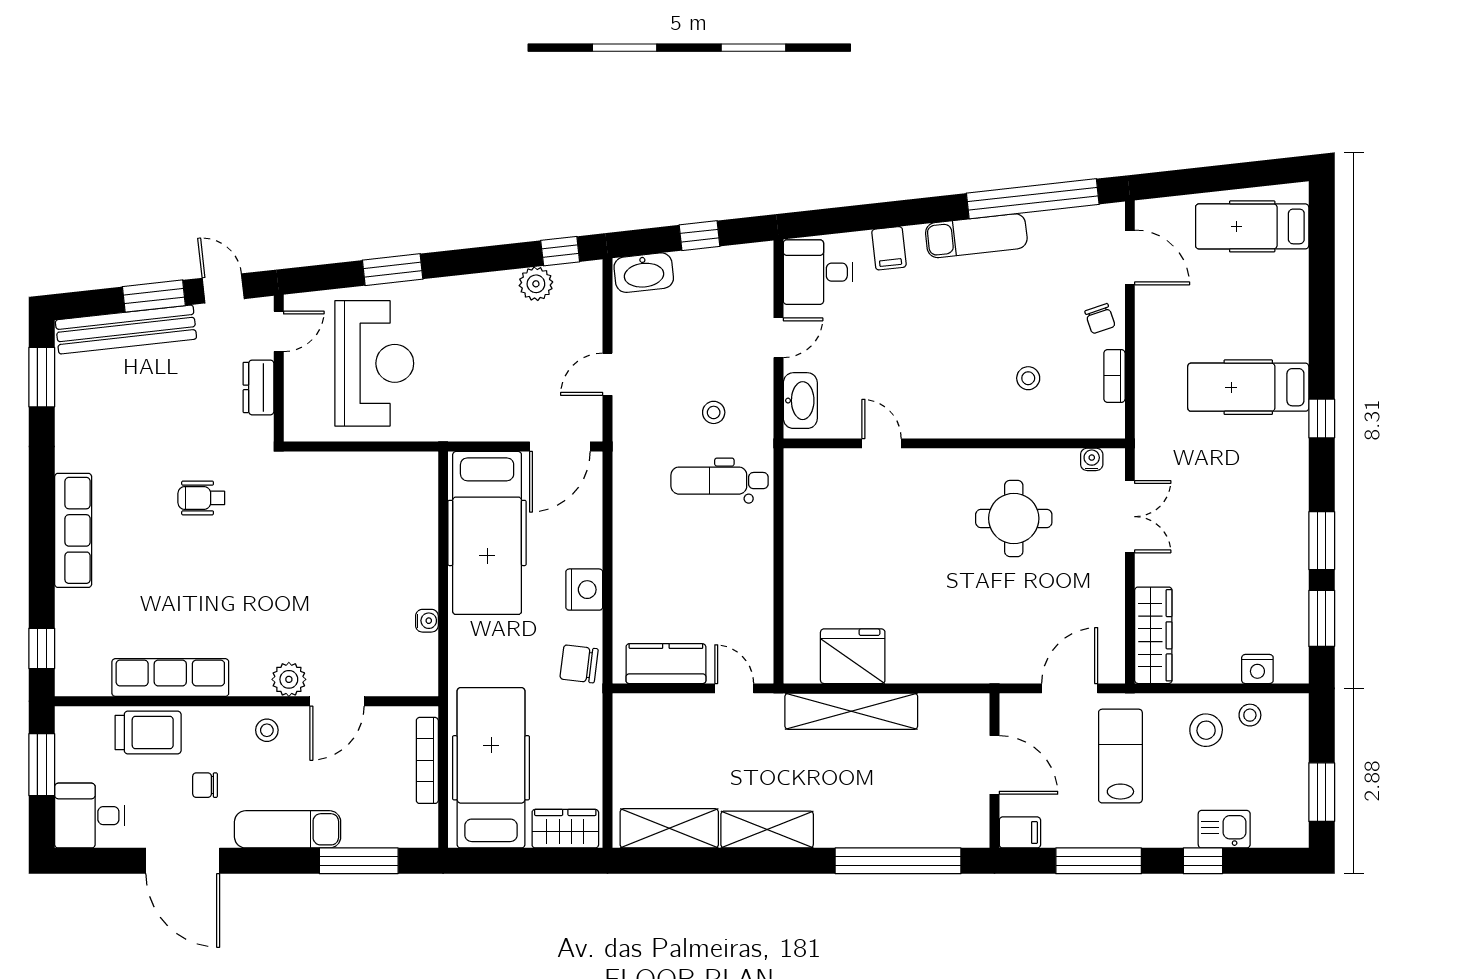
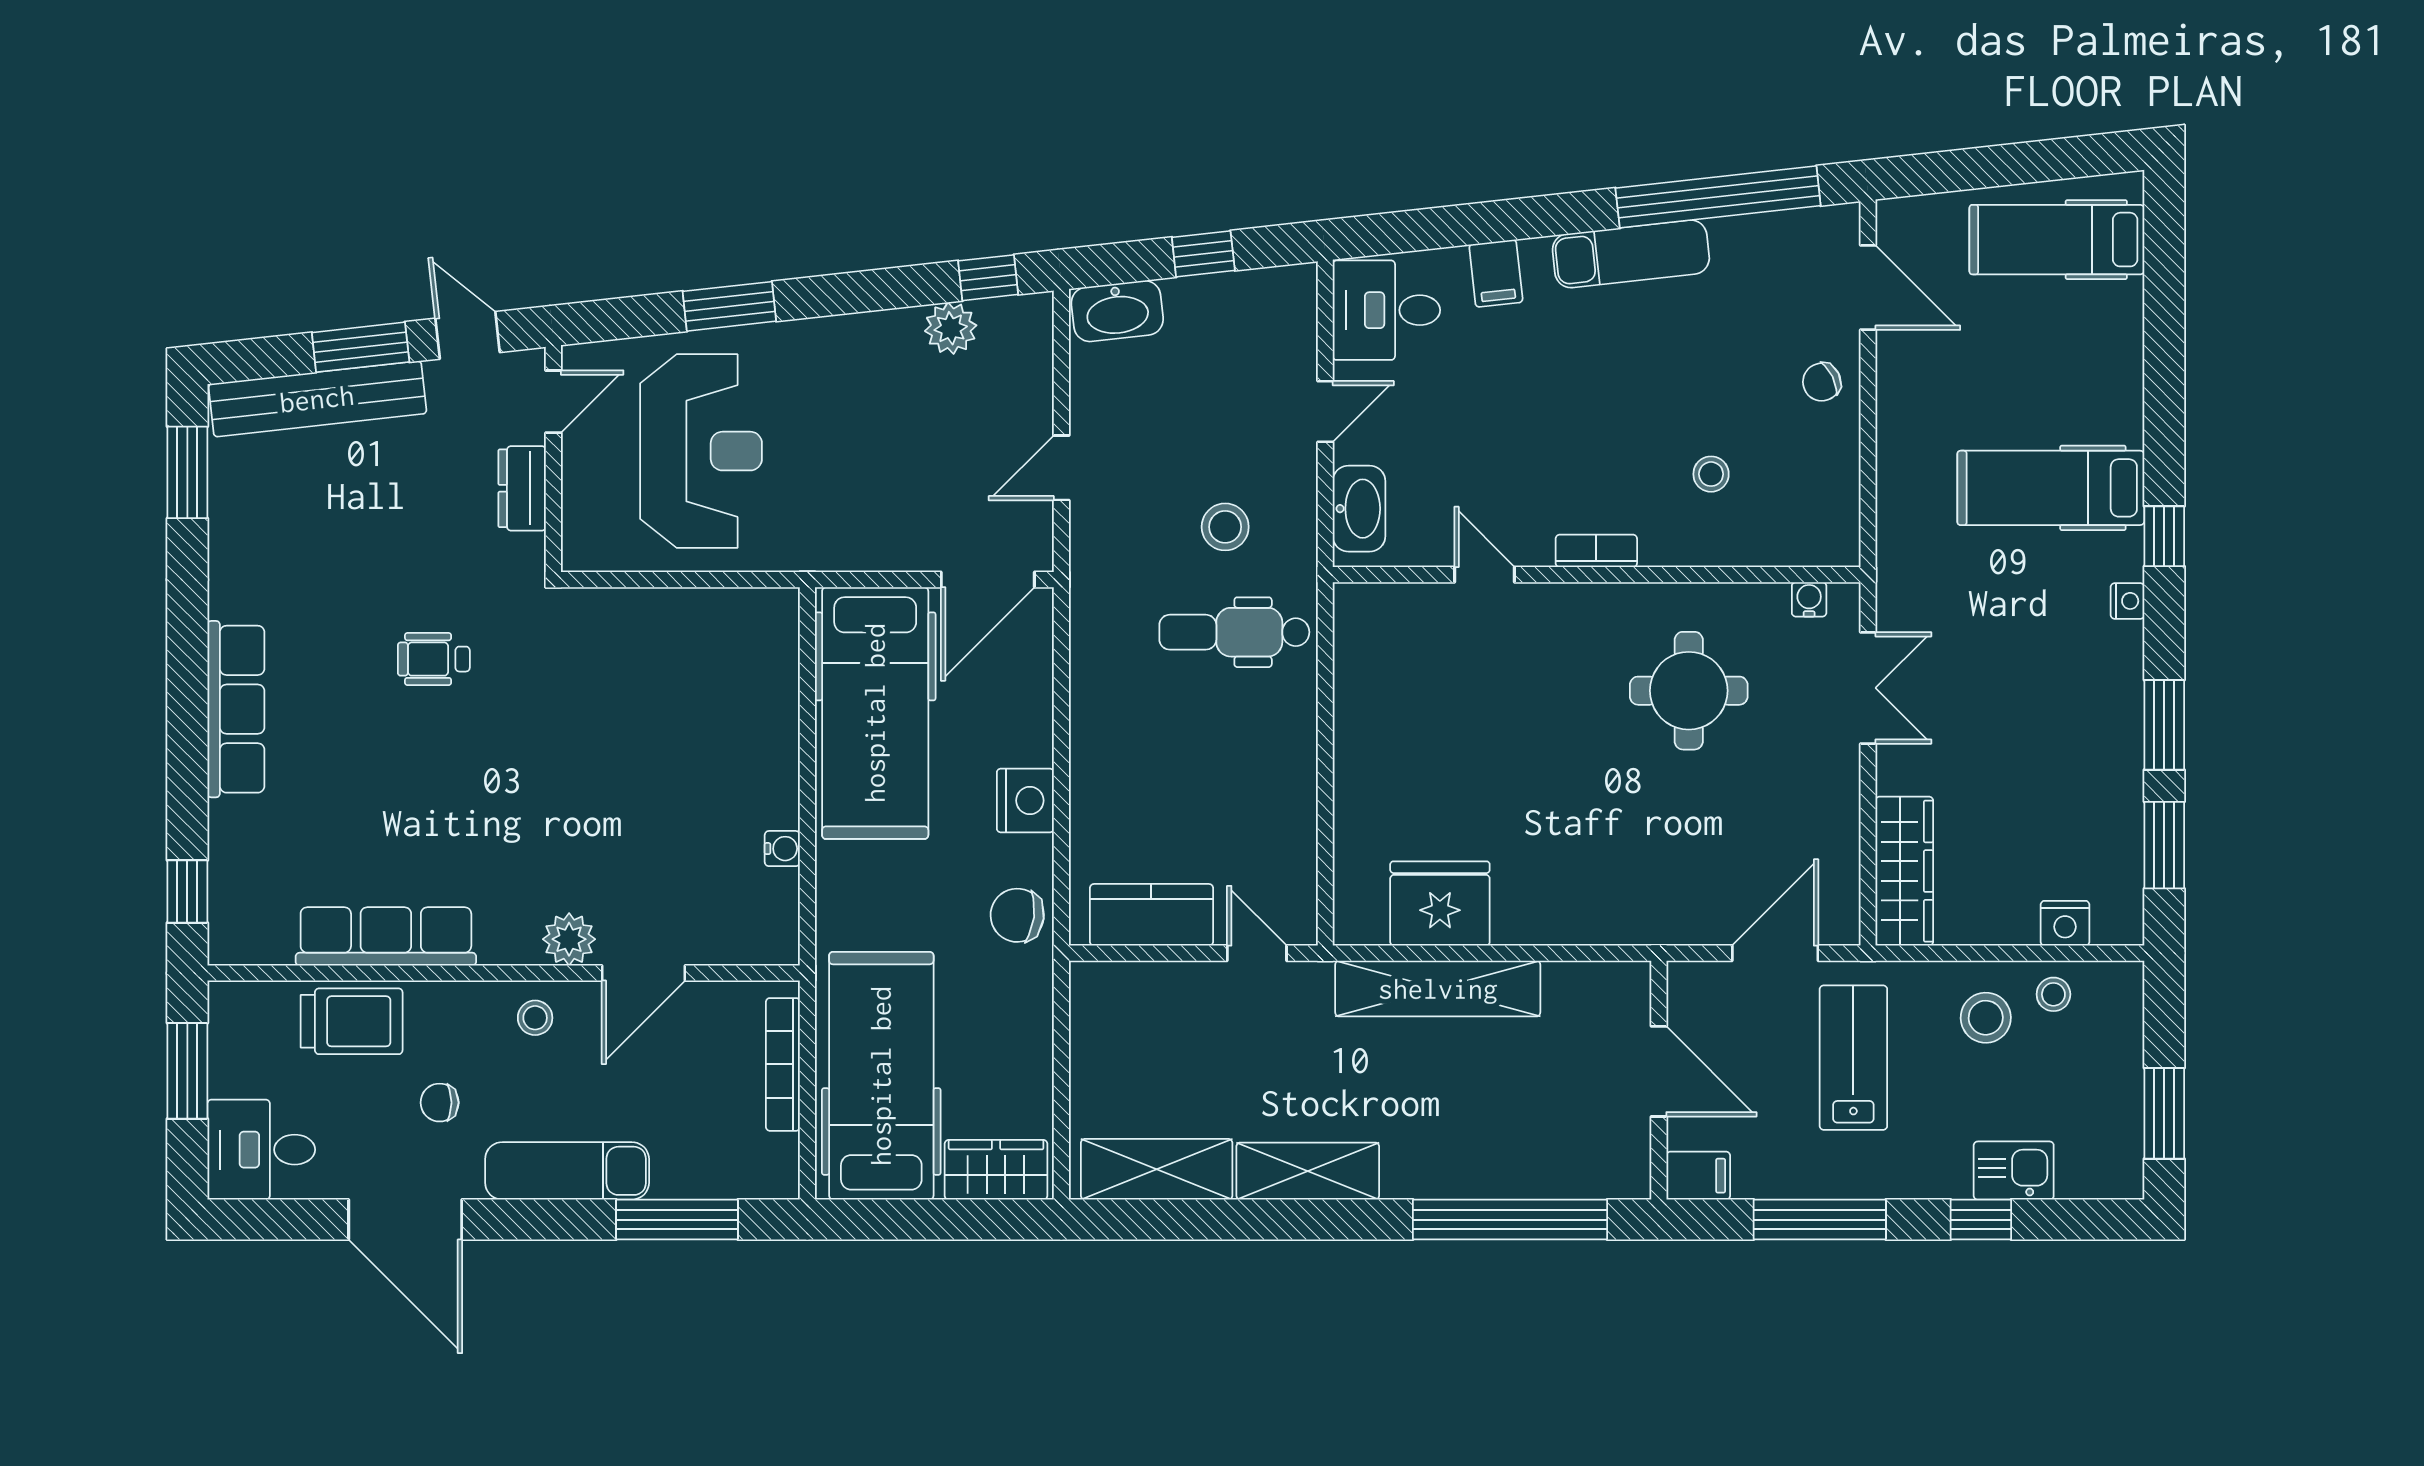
chair: (1100, 319) -> (1822, 382), turned 83
bookcase: (1114, 376) -> (1596, 551), moved, turned 90
stool: (714, 412) -> (1225, 527), width x1.37, depth x1.37
nightstand: (1298, 460) -> (2127, 601), added

